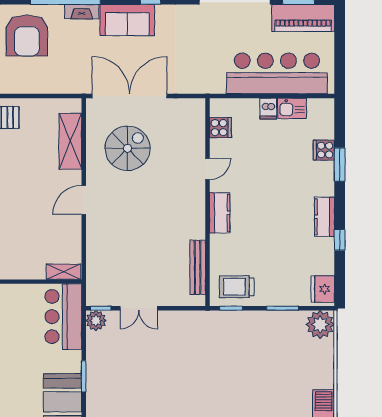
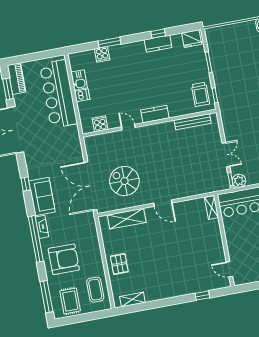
piano: (303, 18) -> (16, 79), width x0.73, depth x0.75
kitchen counter: (324, 217) -> (158, 44), moved
plant: (320, 324) -> (215, 36), removed

